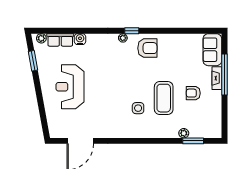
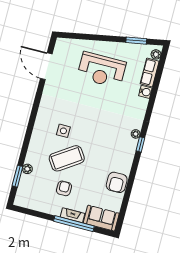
armchair: (147, 48) -> (117, 182), moved
reception desk: (70, 87) -> (102, 70), turned 180
coffee table: (164, 98) -> (67, 158), turned -34

